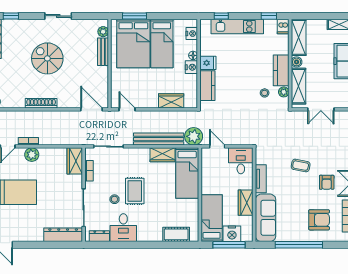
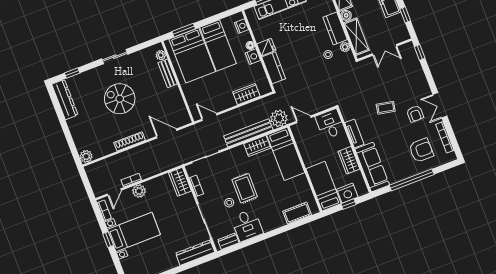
door: (92, 109) -> (167, 133), moved
window: (229, 245) -> (349, 204), width x0.46

